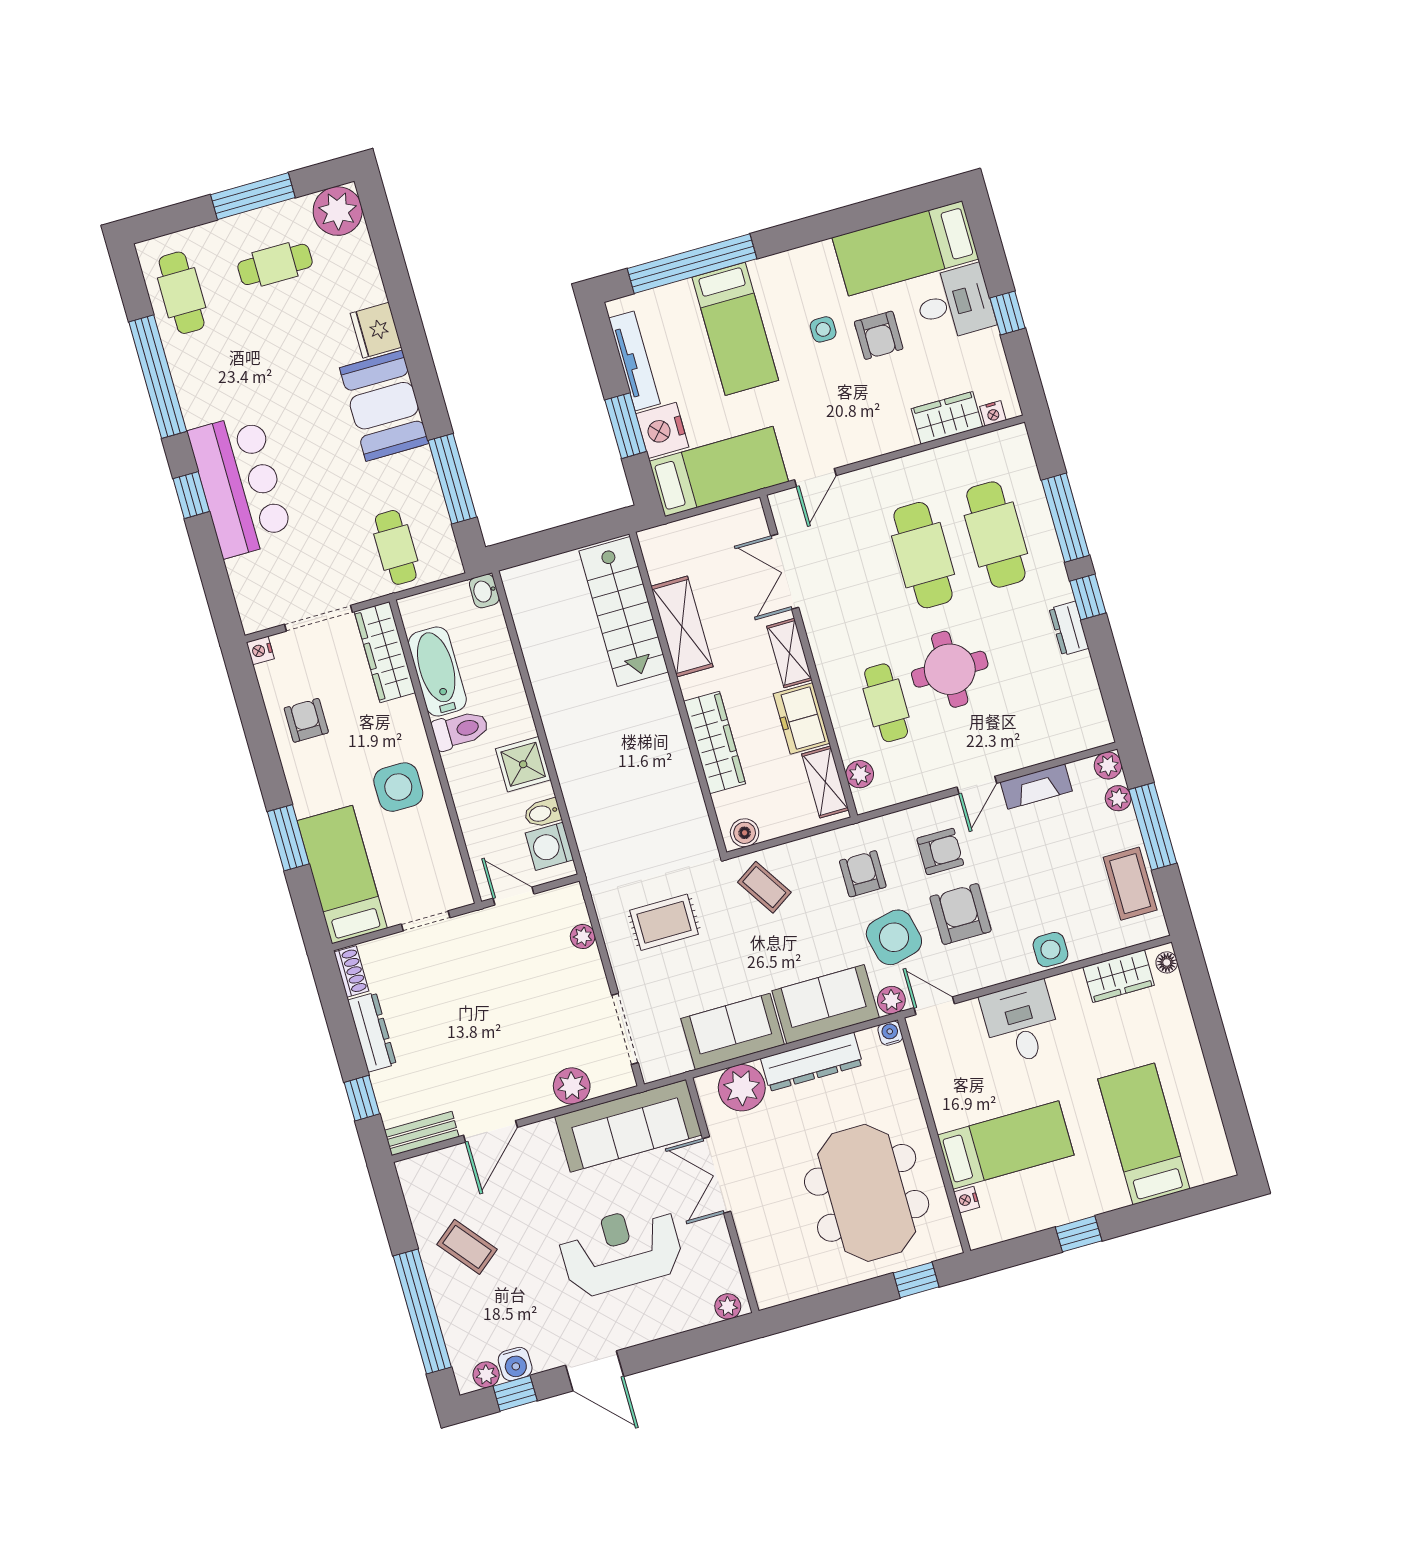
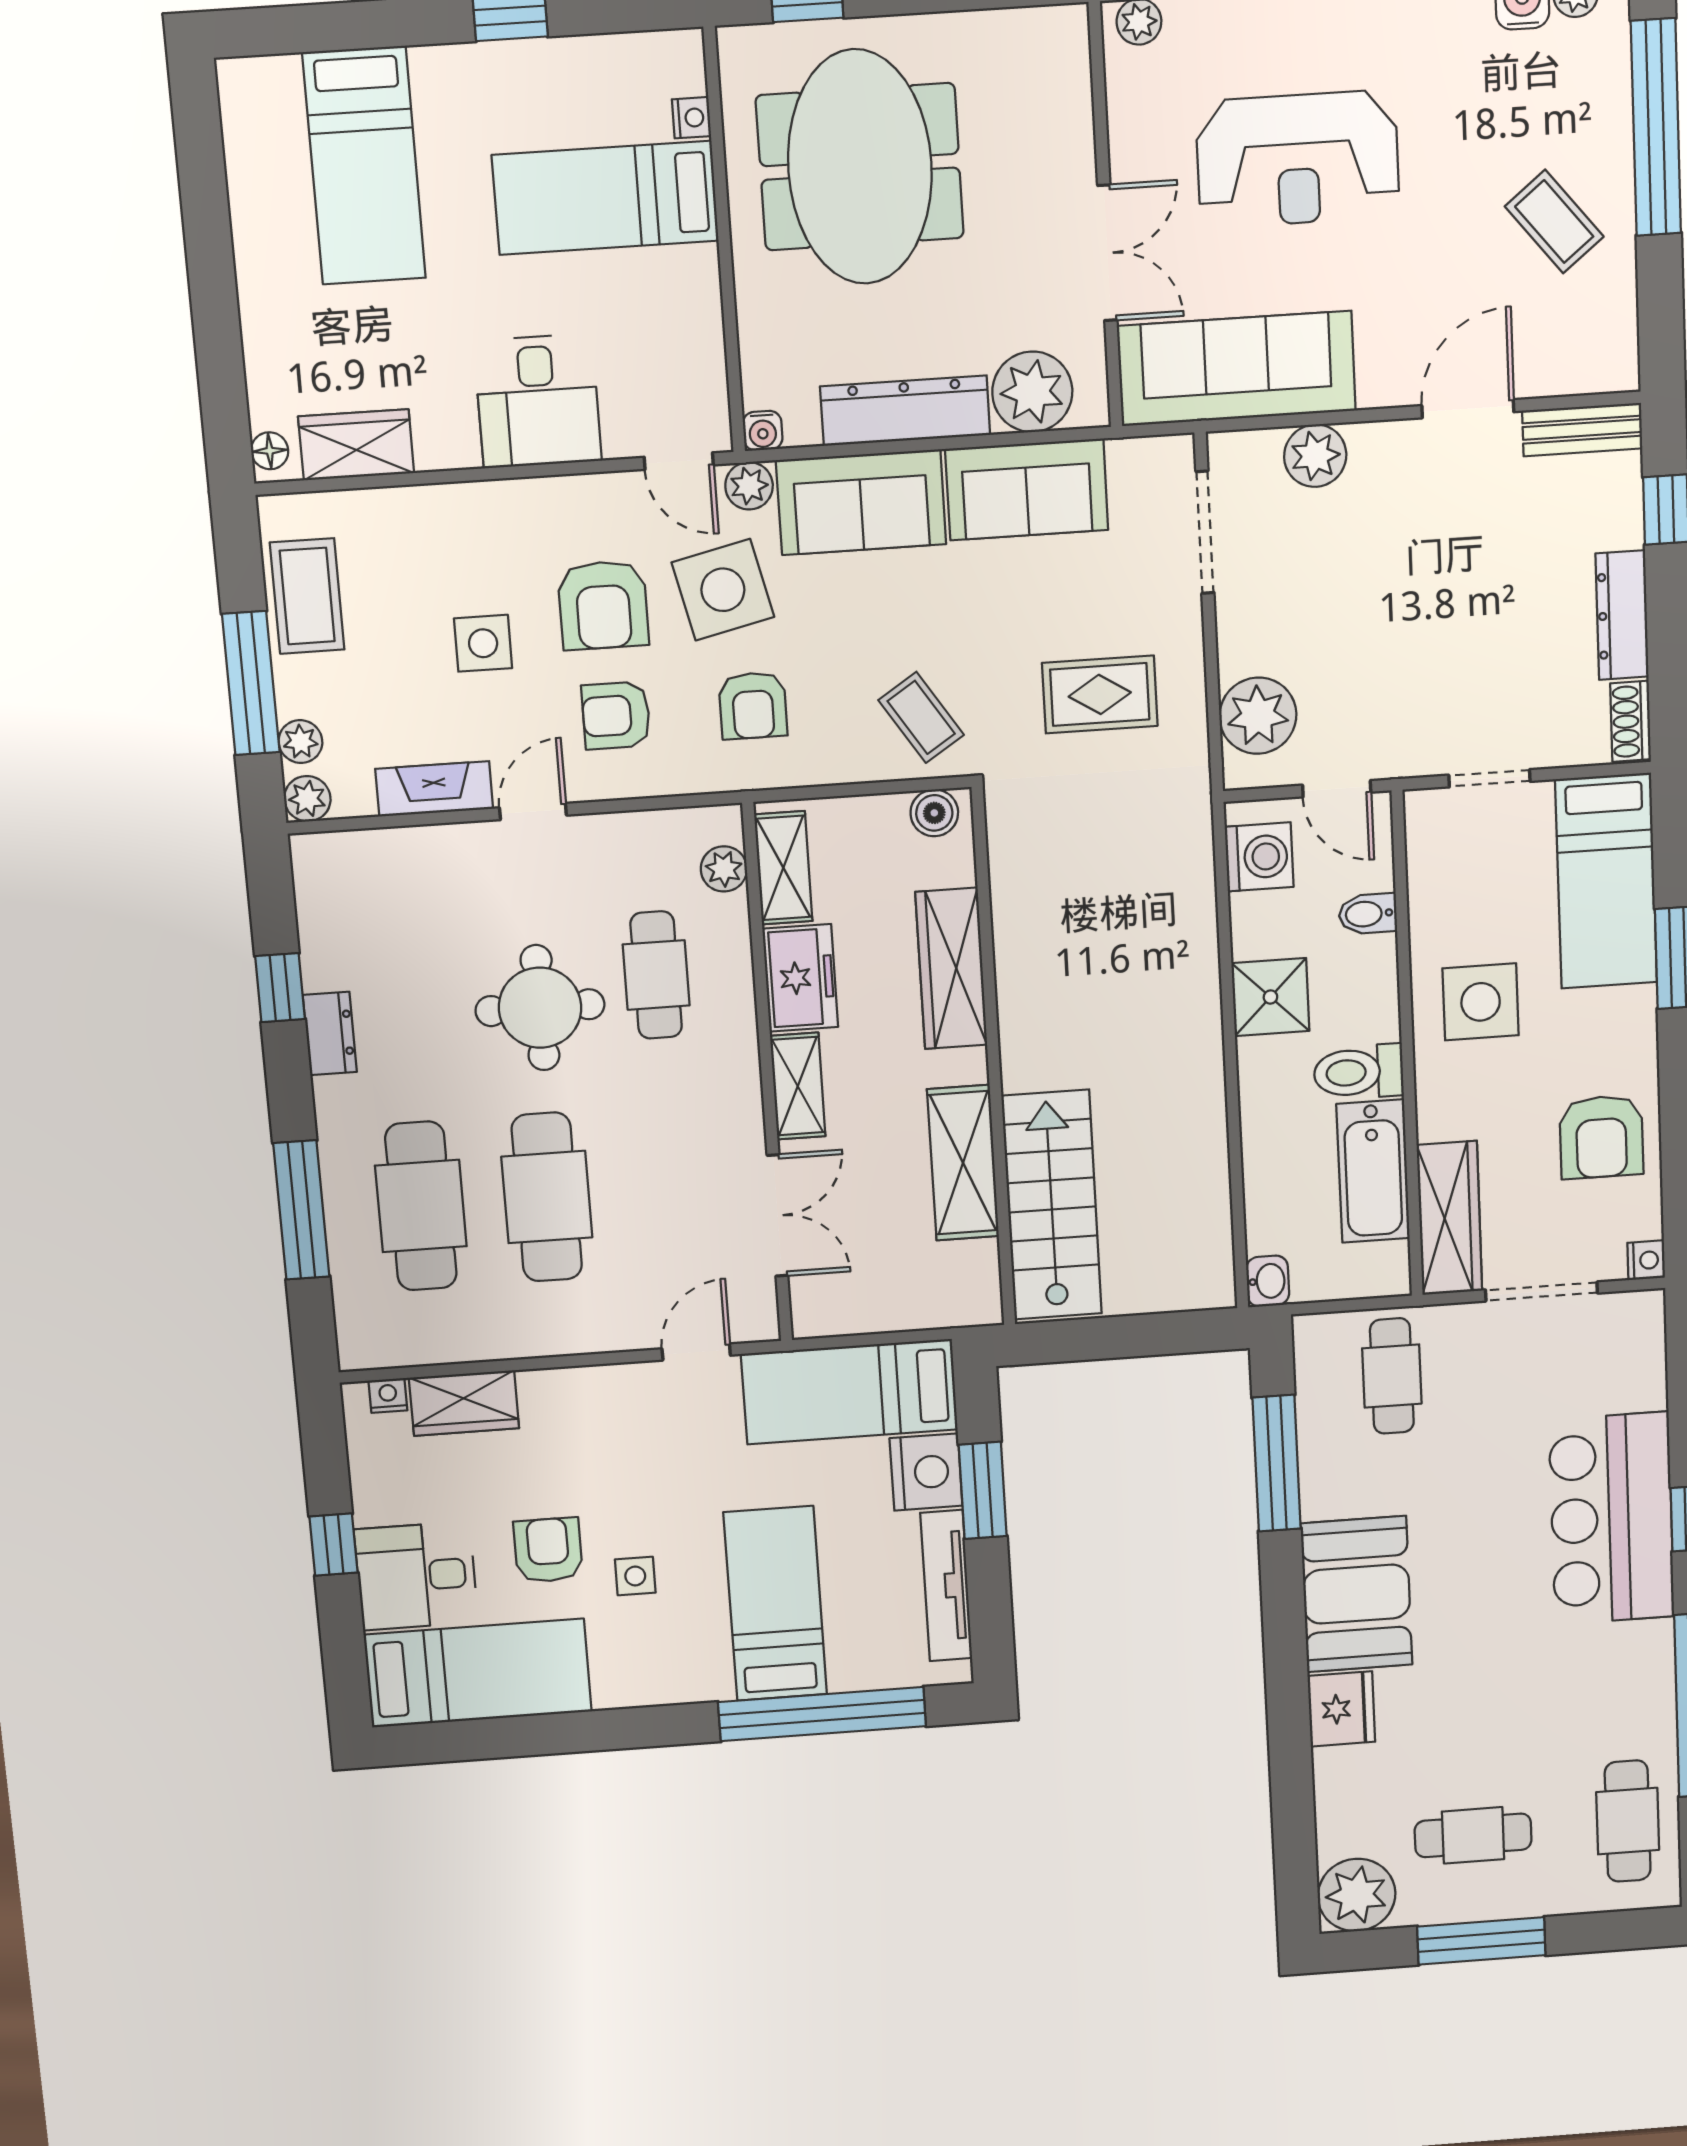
window: (1088, 597) -> (280, 988), moved
armchair: (306, 720) -> (1601, 1137), width x1.38, depth x1.38
bidet: (542, 813) -> (1368, 914), moved, turned 180
plant: (583, 937) -> (1258, 716), width x1.87, depth x1.87
side table: (1050, 950) -> (483, 643), moved

